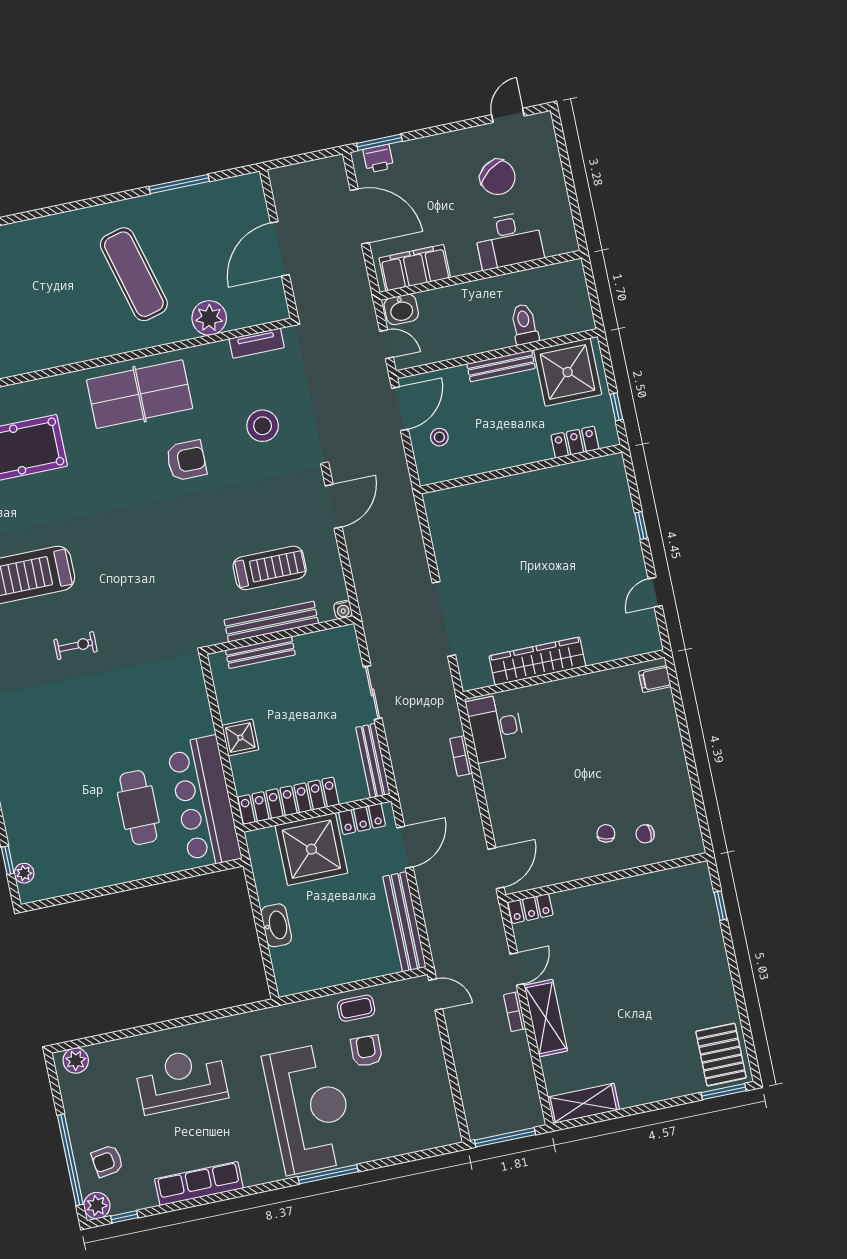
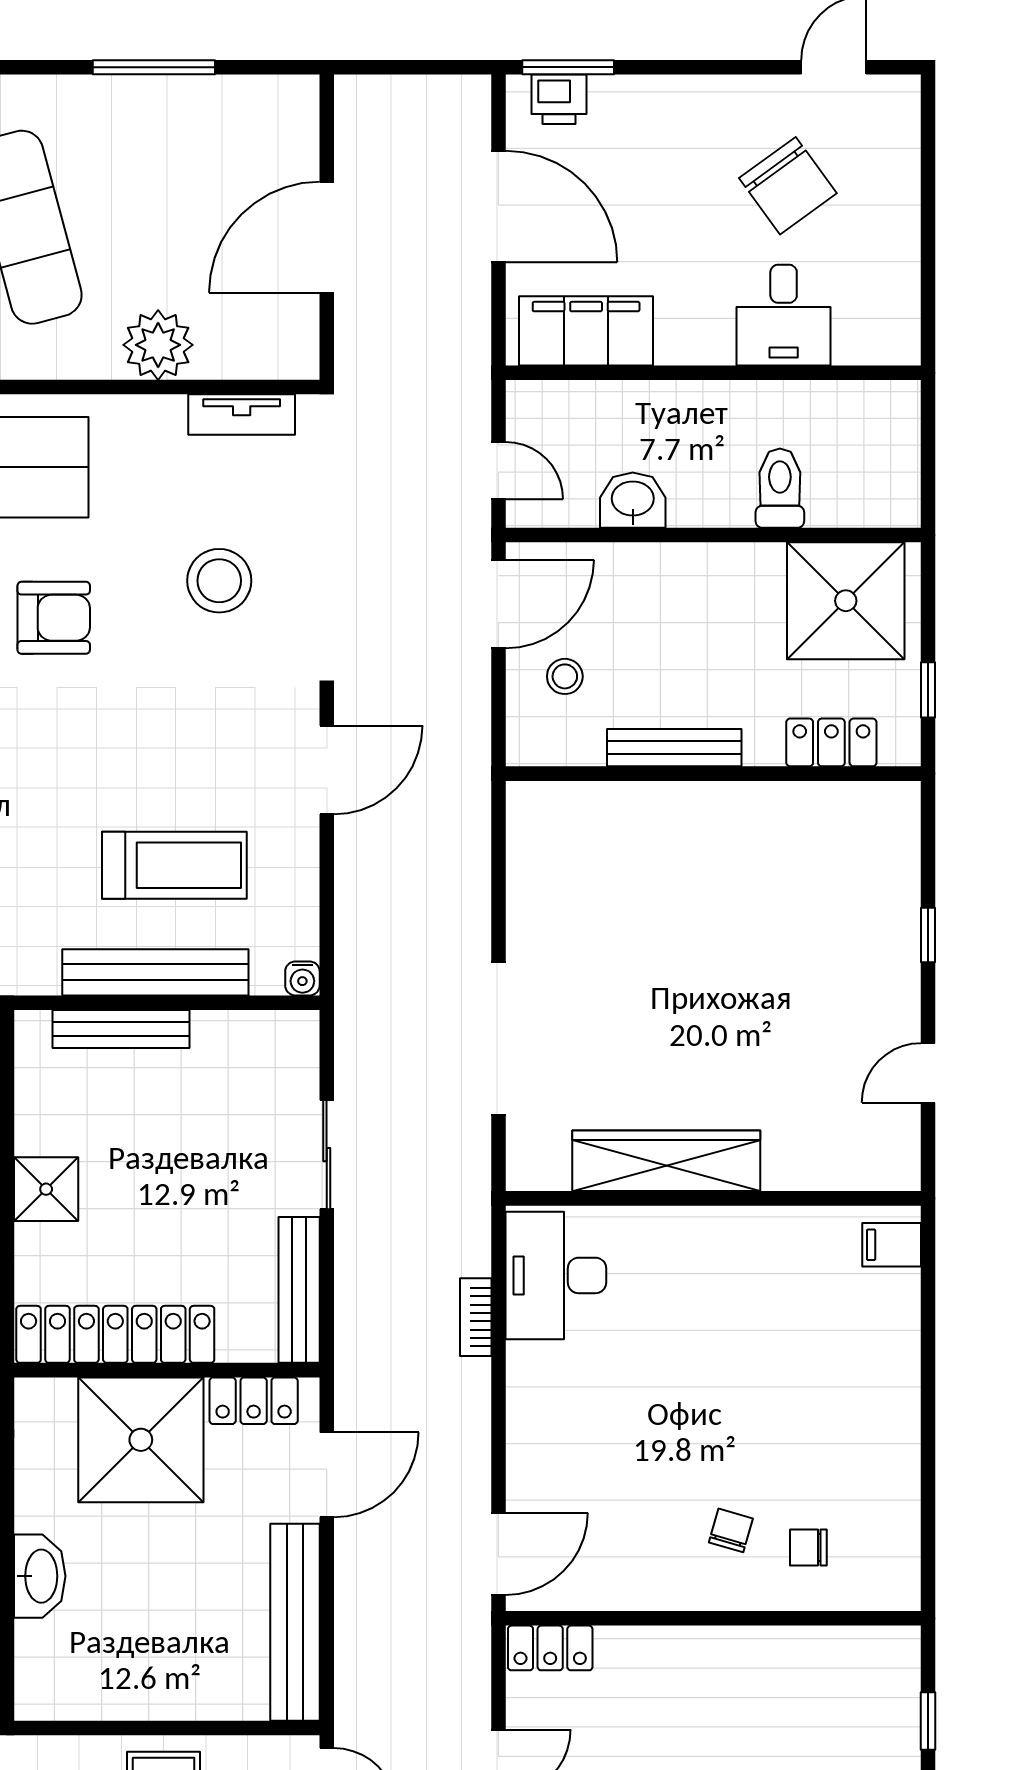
desk: (509, 240) -> (784, 315), width x0.73
washbasin: (401, 309) -> (633, 500), moved, turned 180
bench: (501, 366) -> (674, 748), moved

